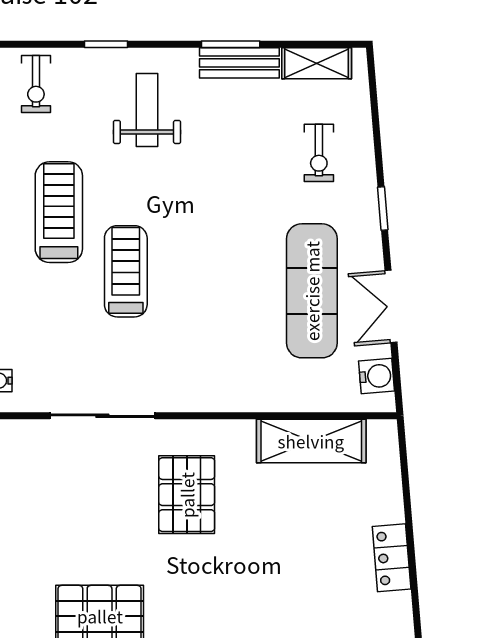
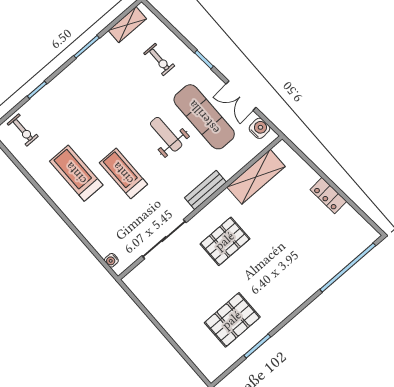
bench: (239, 63) -> (206, 190), moved
weight bench: (147, 110) -> (166, 134), moved
pallet: (187, 495) -> (225, 241), turned 90

